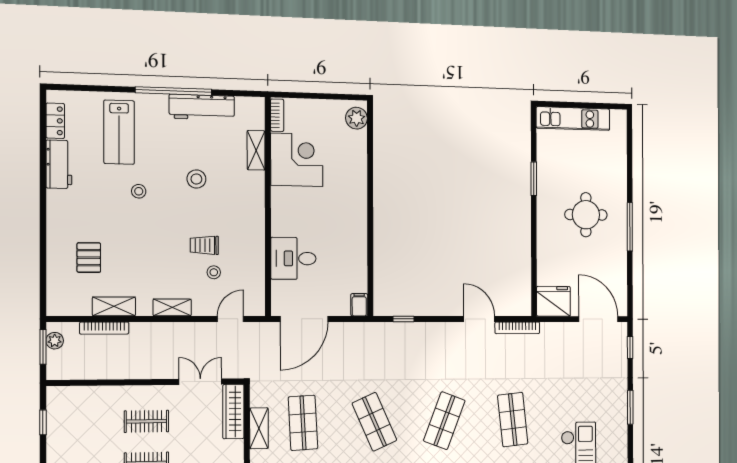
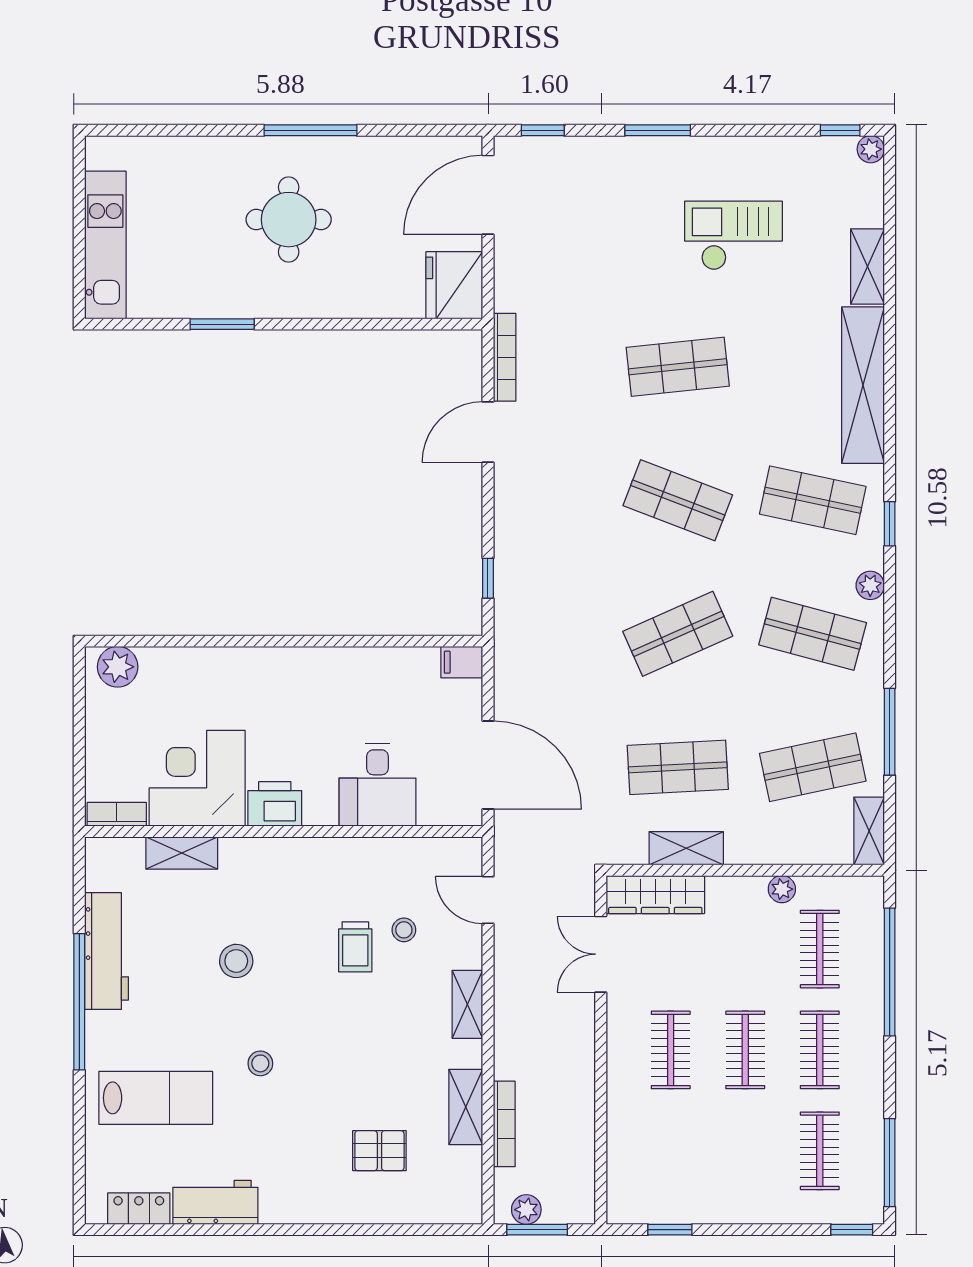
printer: (283, 202) -> (275, 804), added

